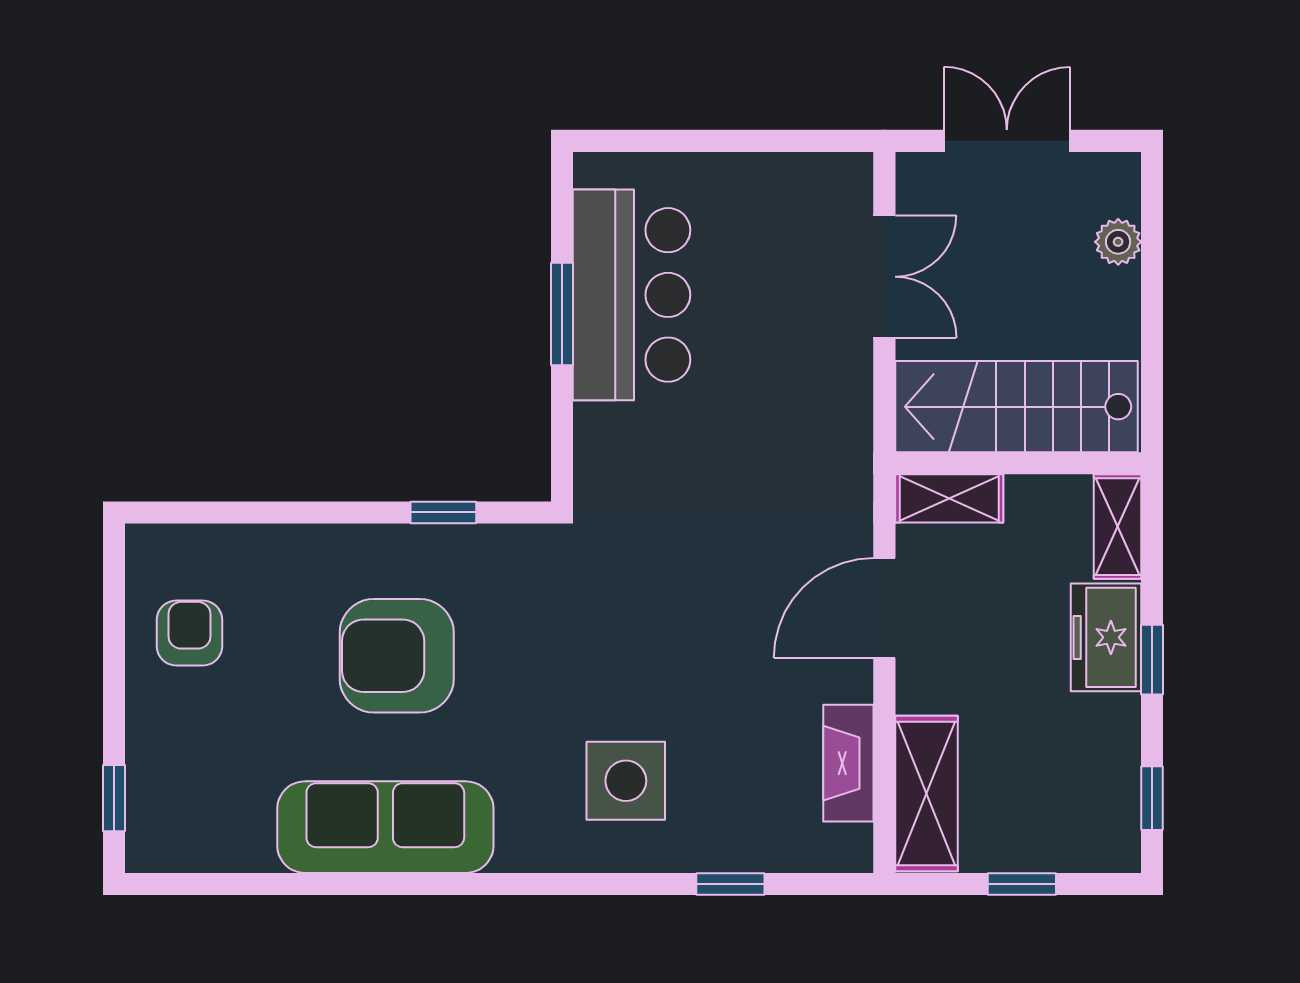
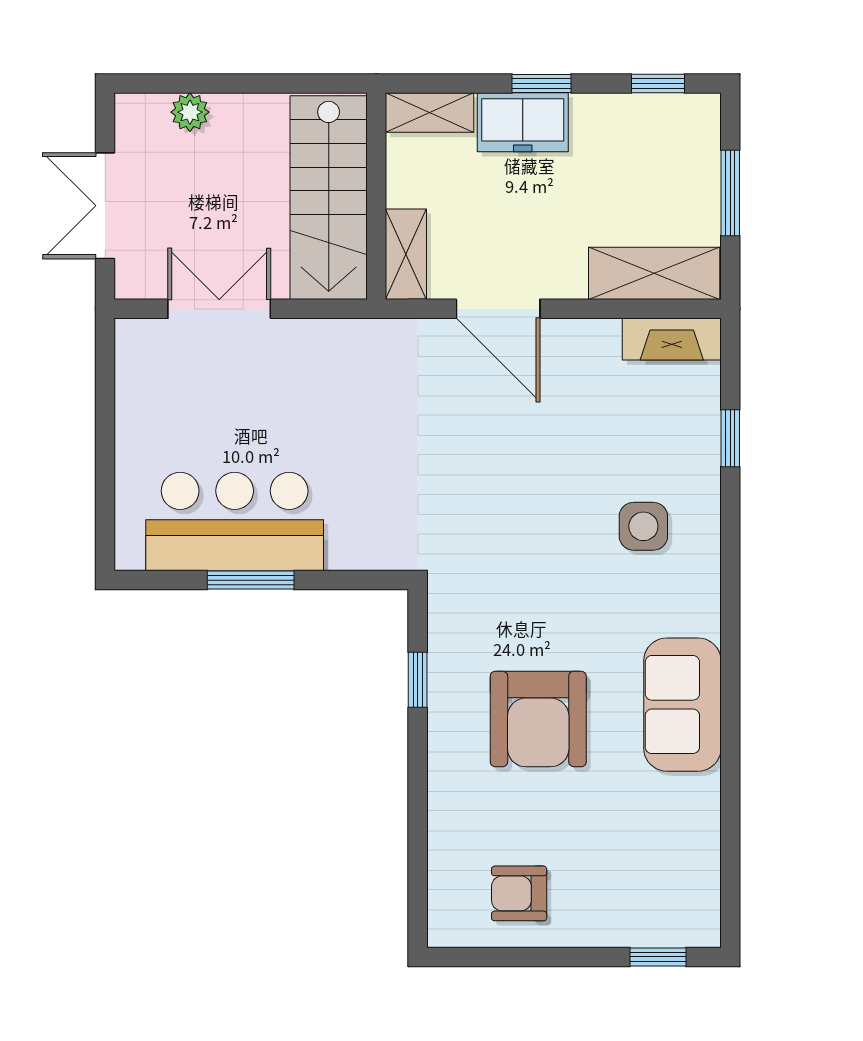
fireplace: (848, 763) -> (672, 339), moved
side table: (626, 781) -> (643, 526), width x0.73, depth x0.73
sofa: (385, 827) -> (682, 705), width x0.73
window: (1022, 884) -> (730, 193), width x1.50

